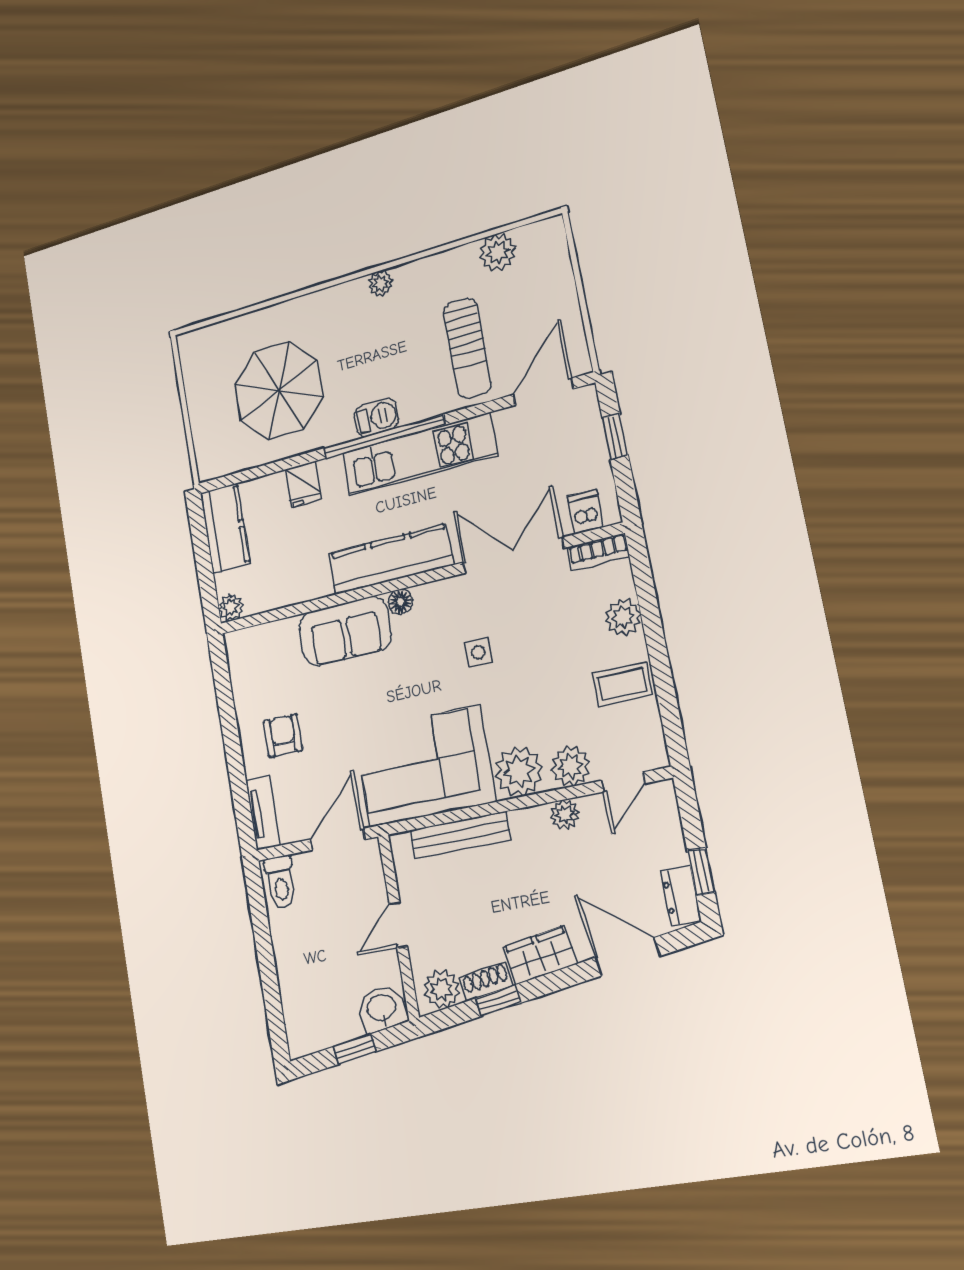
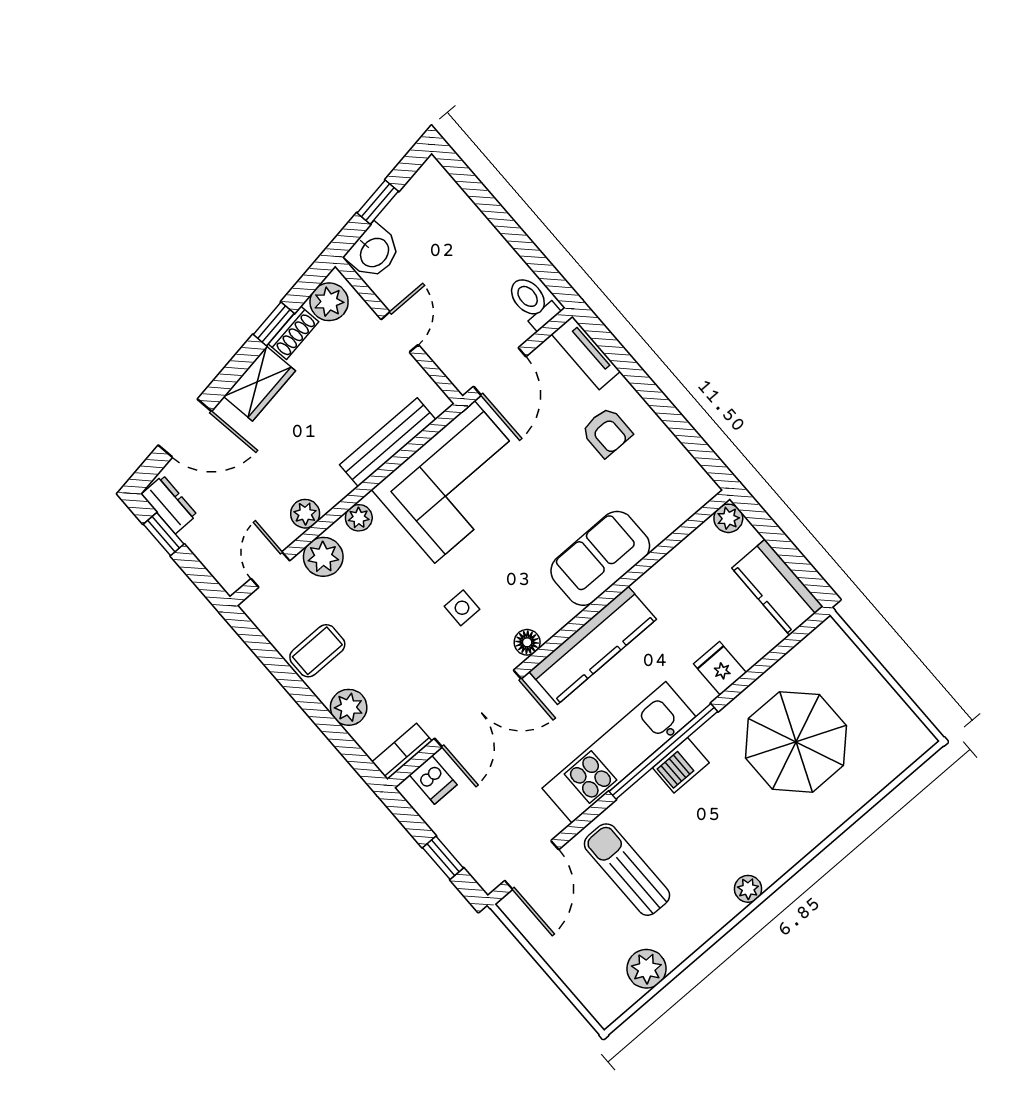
floor lamp: (400, 602) -> (527, 642), moved
plant: (519, 771) -> (359, 518), width x0.53, depth x0.53

